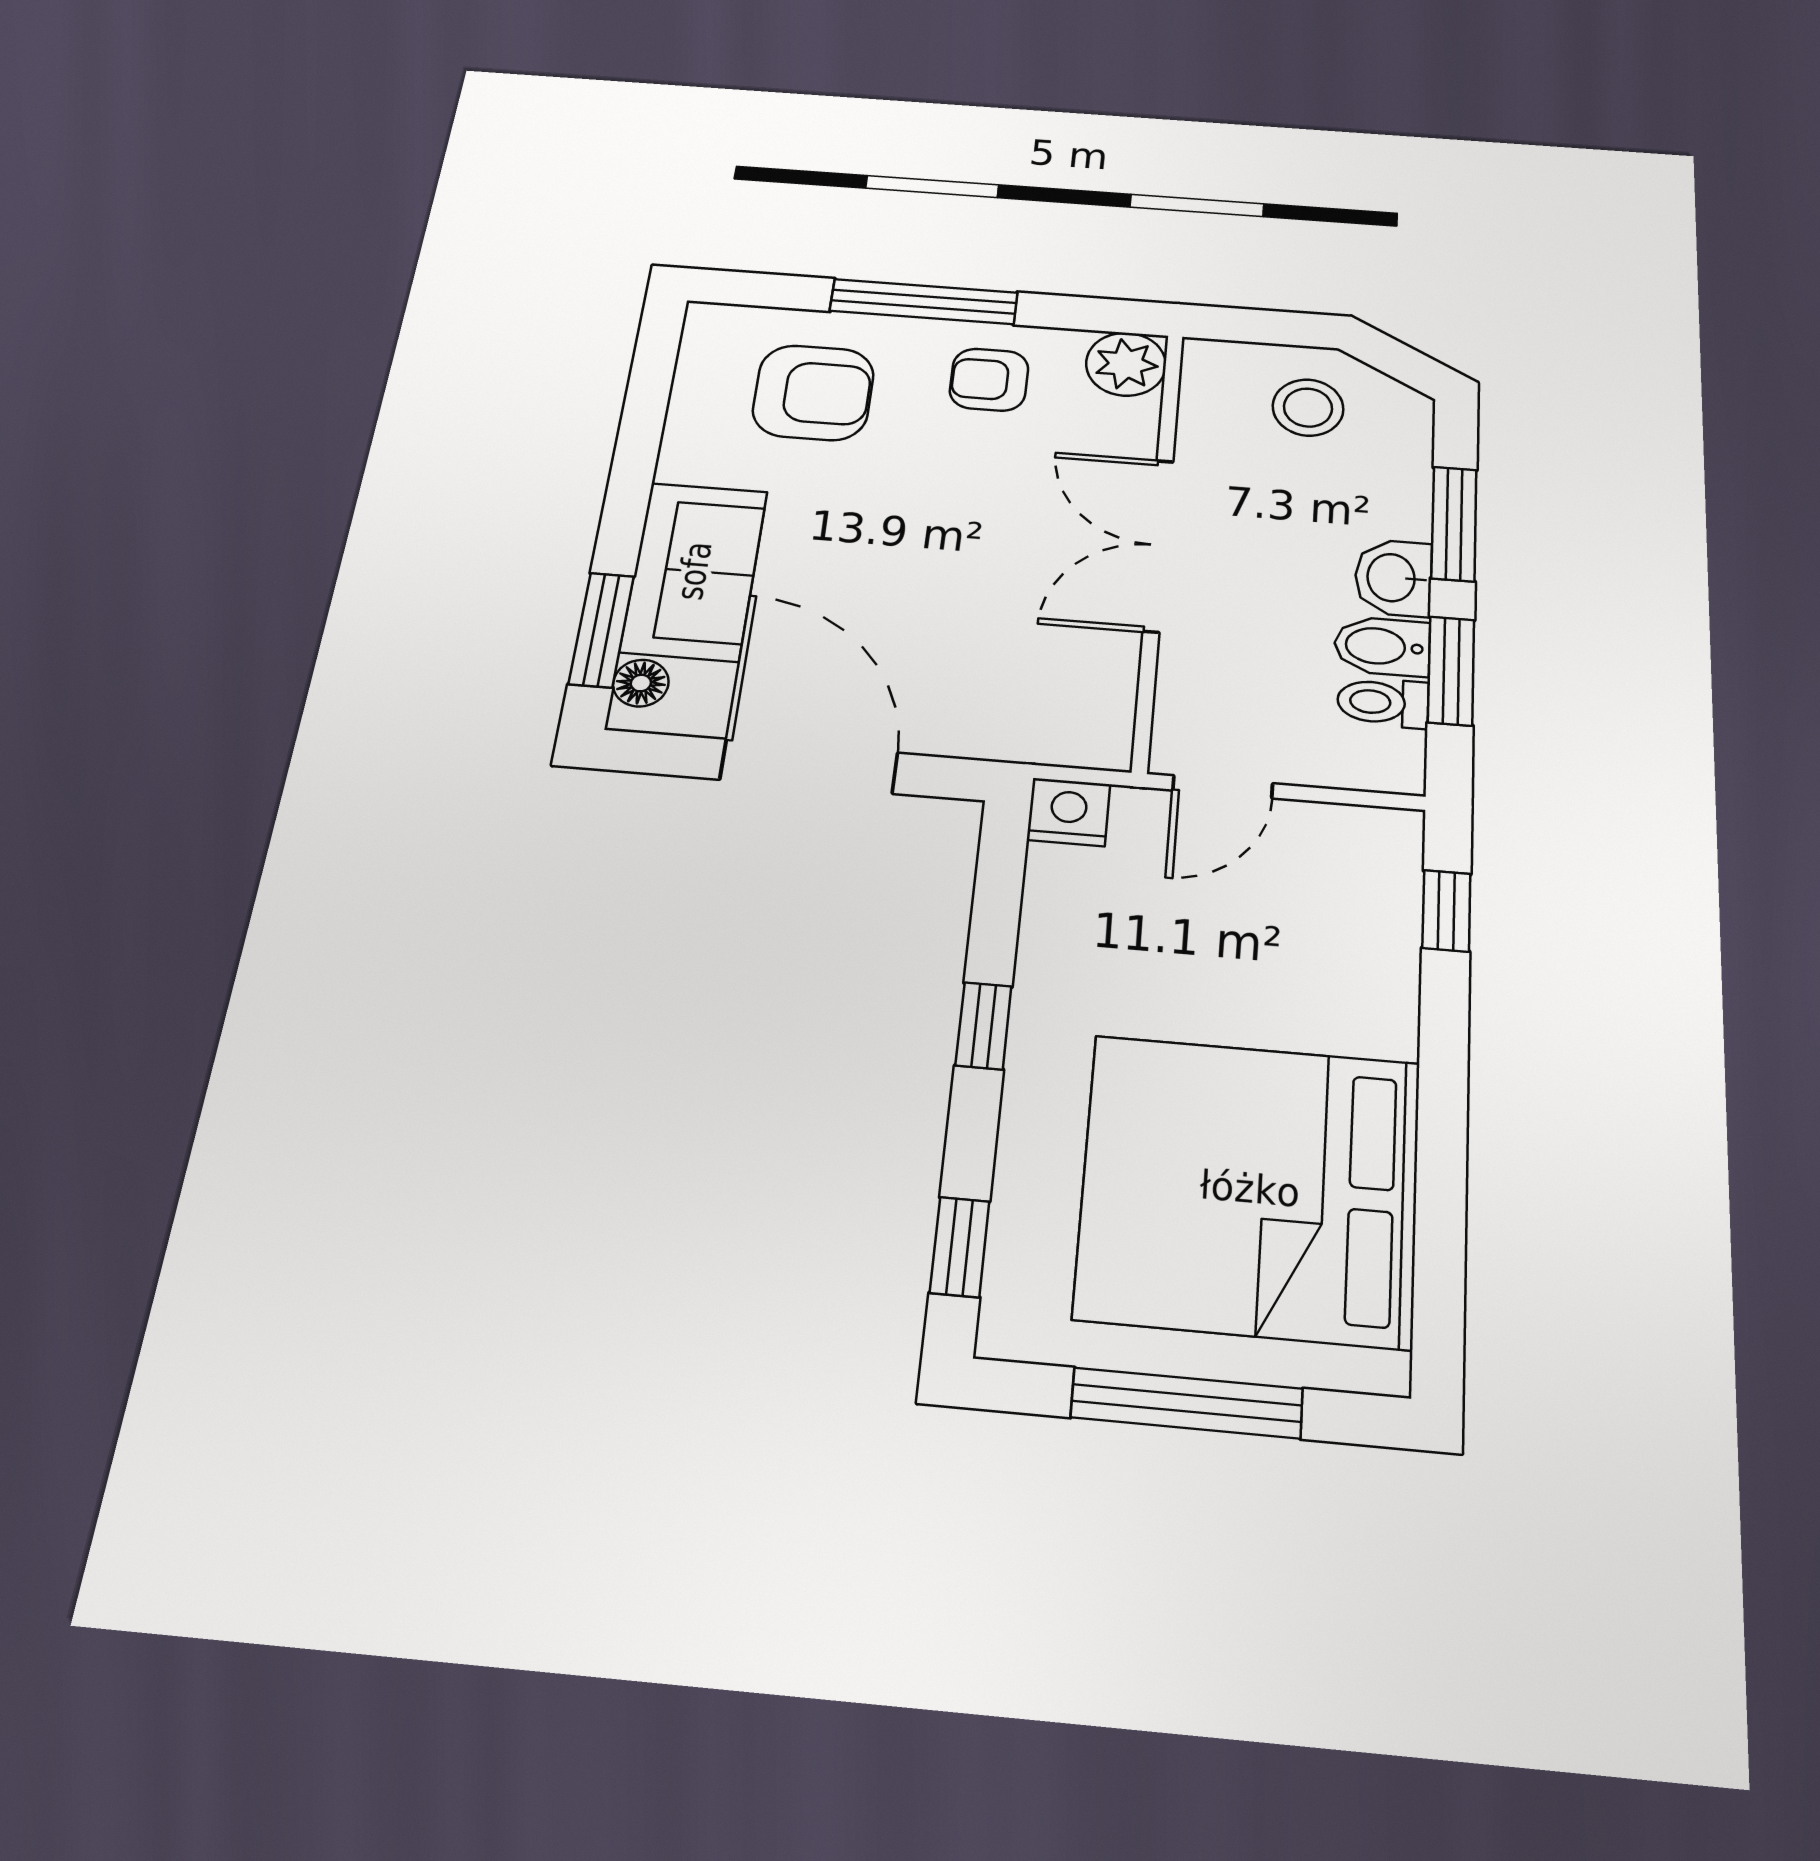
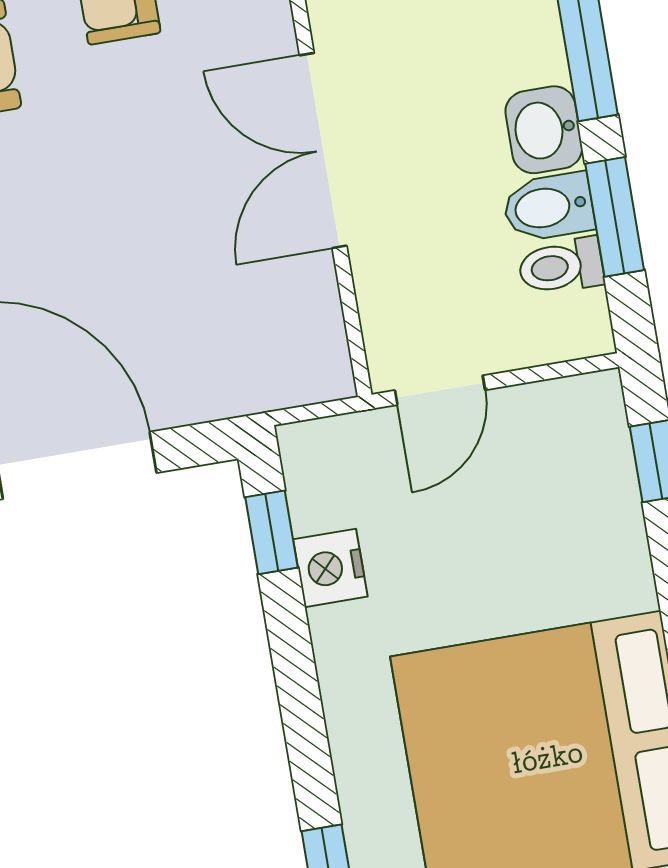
nightstand: (1069, 812) -> (330, 568), moved, turned -90
window: (984, 1026) -> (272, 532), moved

